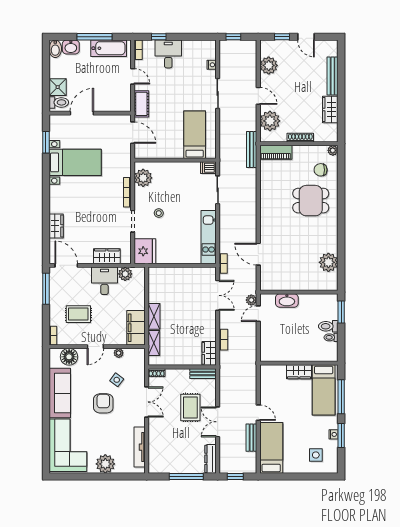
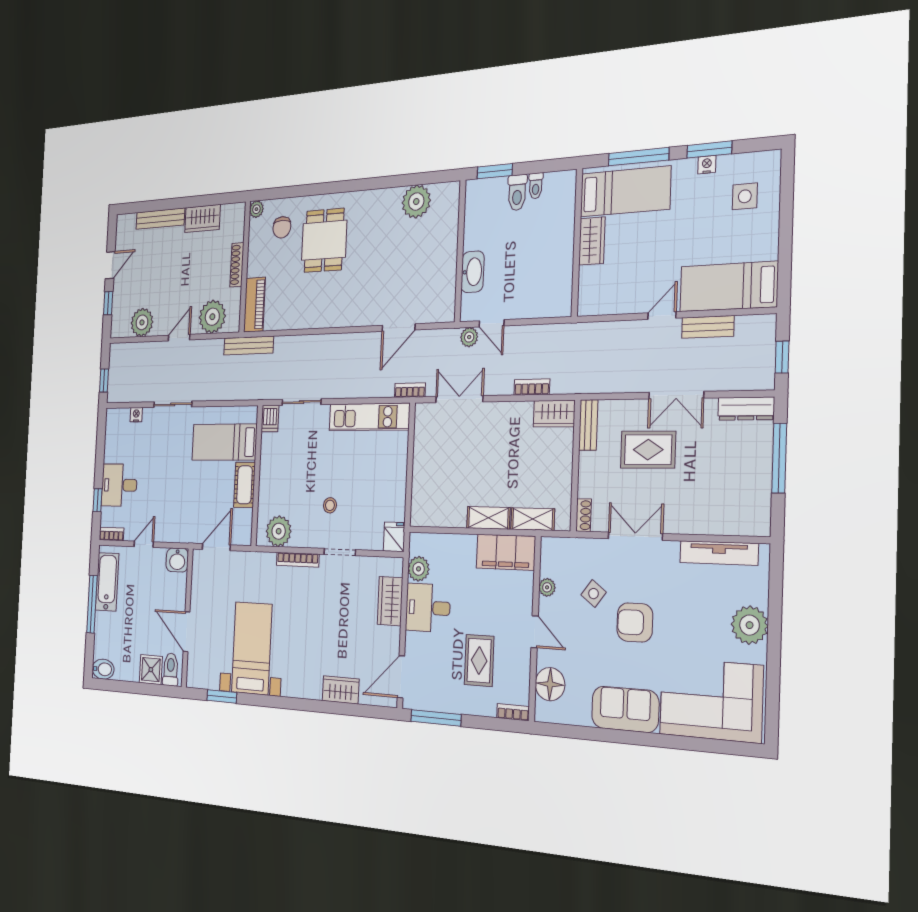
washbasin: (71, 47) -> (177, 560), moved, turned 90
cot: (141, 104) -> (245, 485), moved, turned 90
fridge: (145, 251) -> (394, 537), width x0.53, depth x0.75
sofa: (60, 393) -> (625, 709), width x0.73

